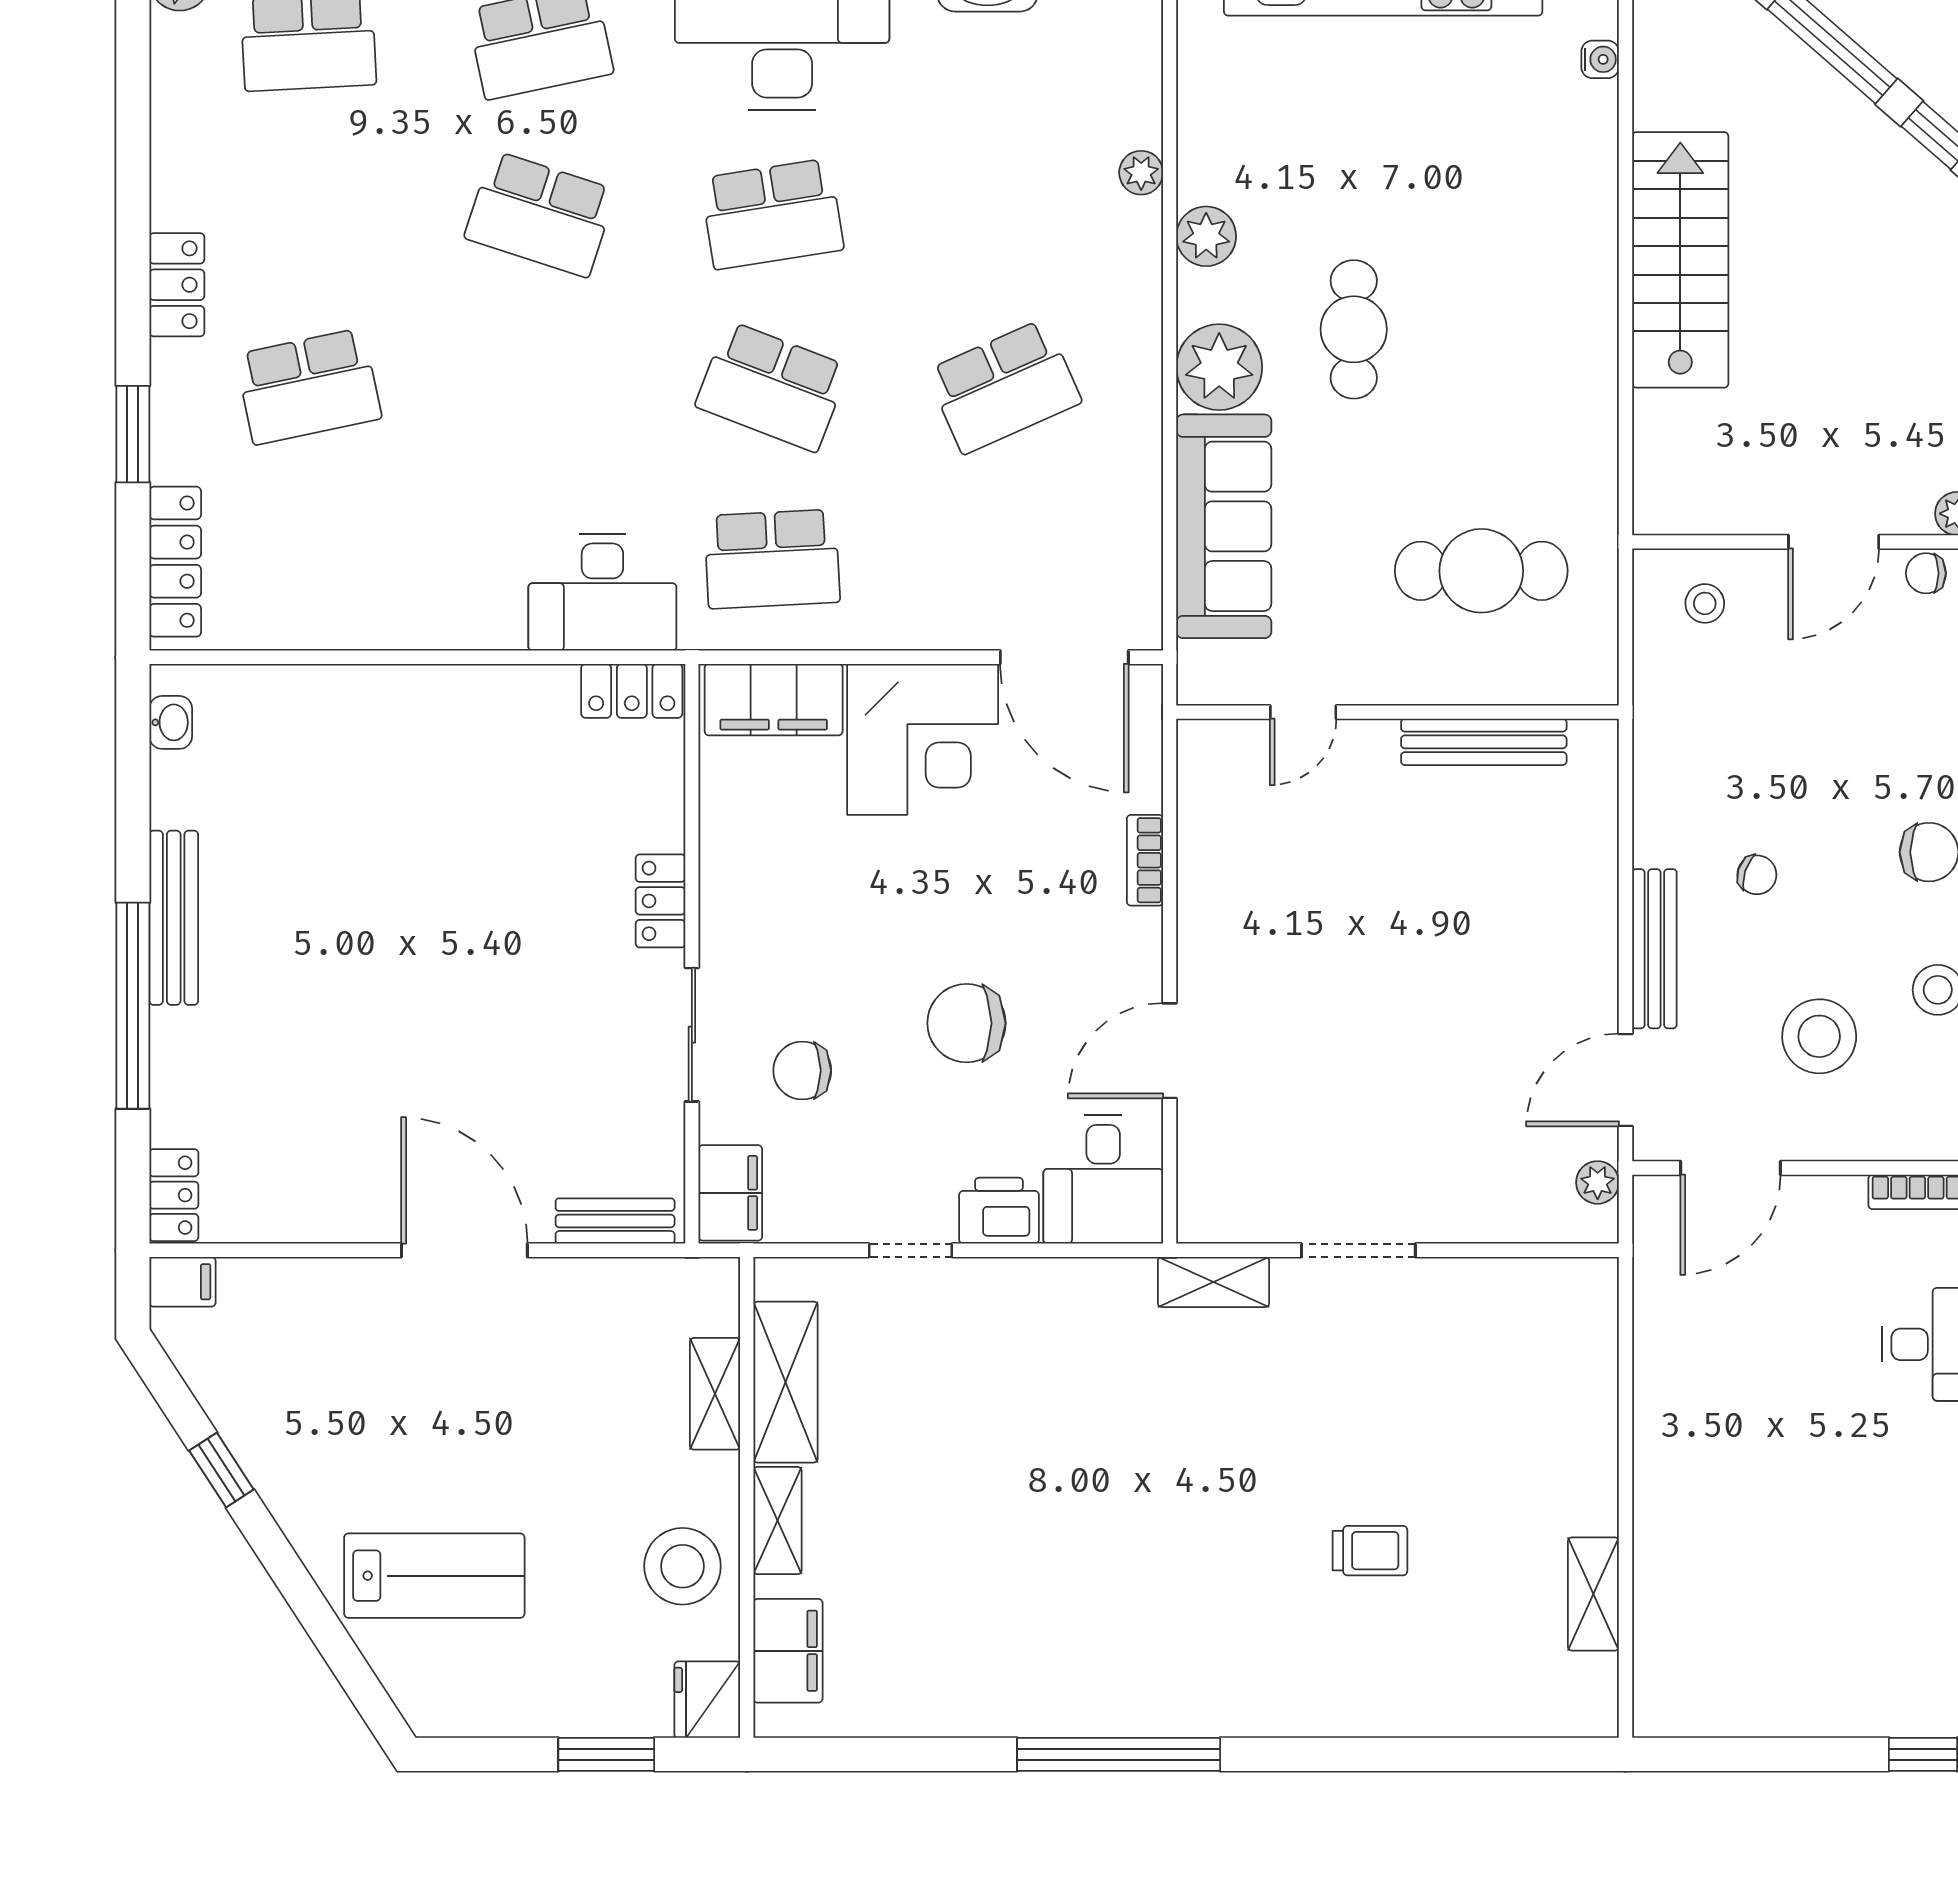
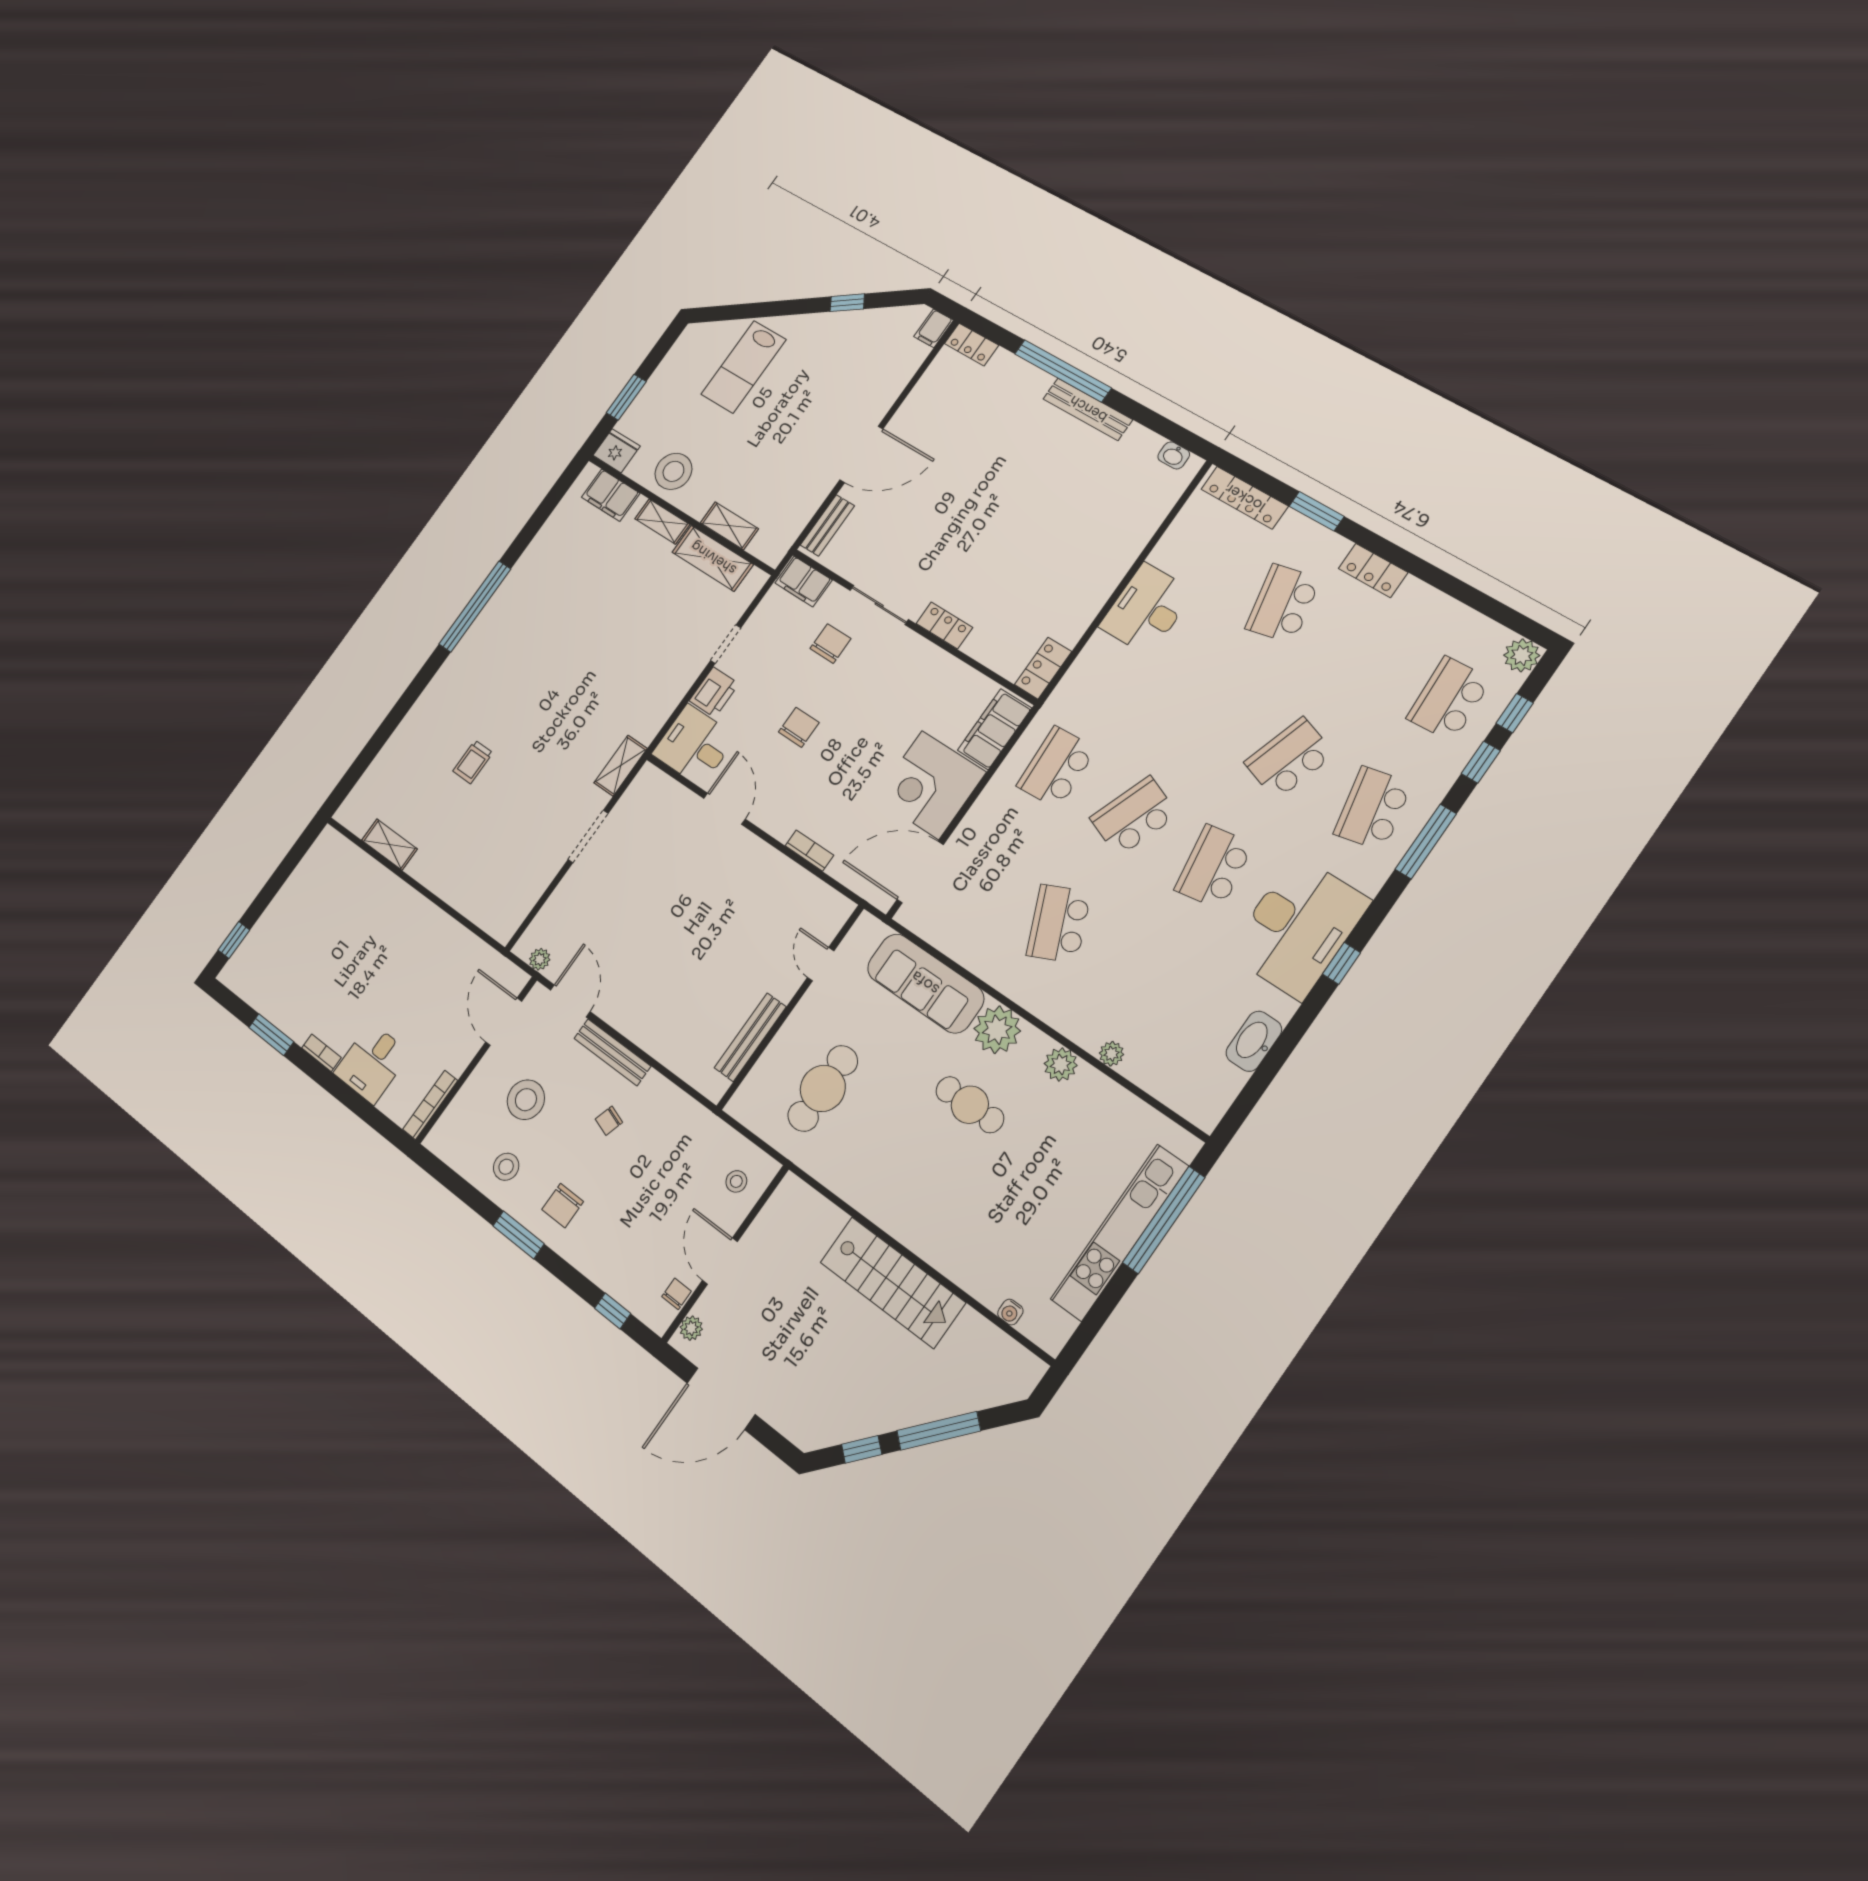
desk: (602, 592) -> (1147, 609), moved
chair: (967, 1023) -> (799, 727), width x0.73, depth x0.73

